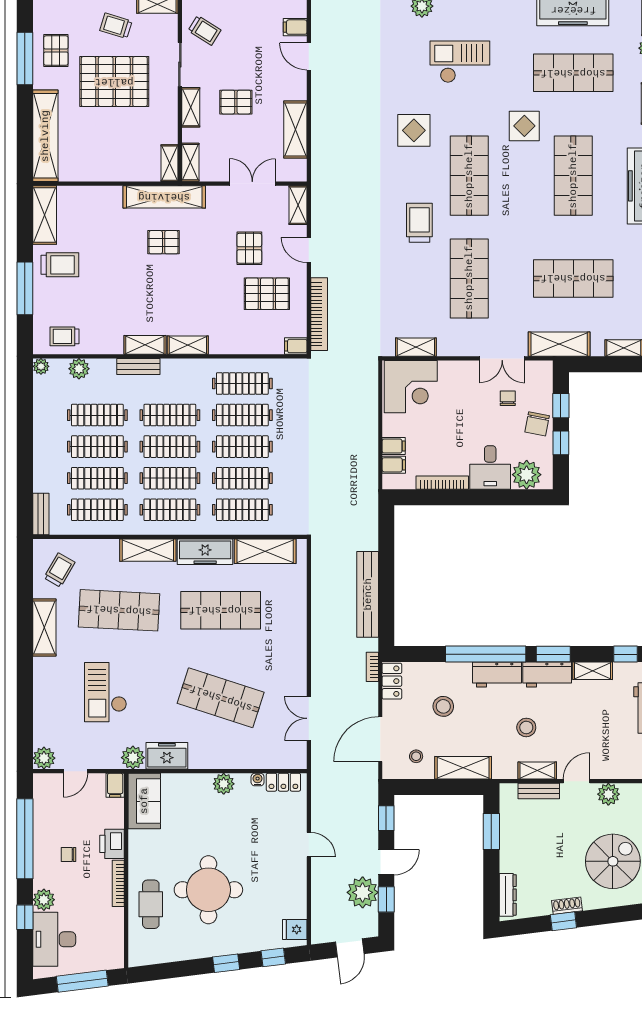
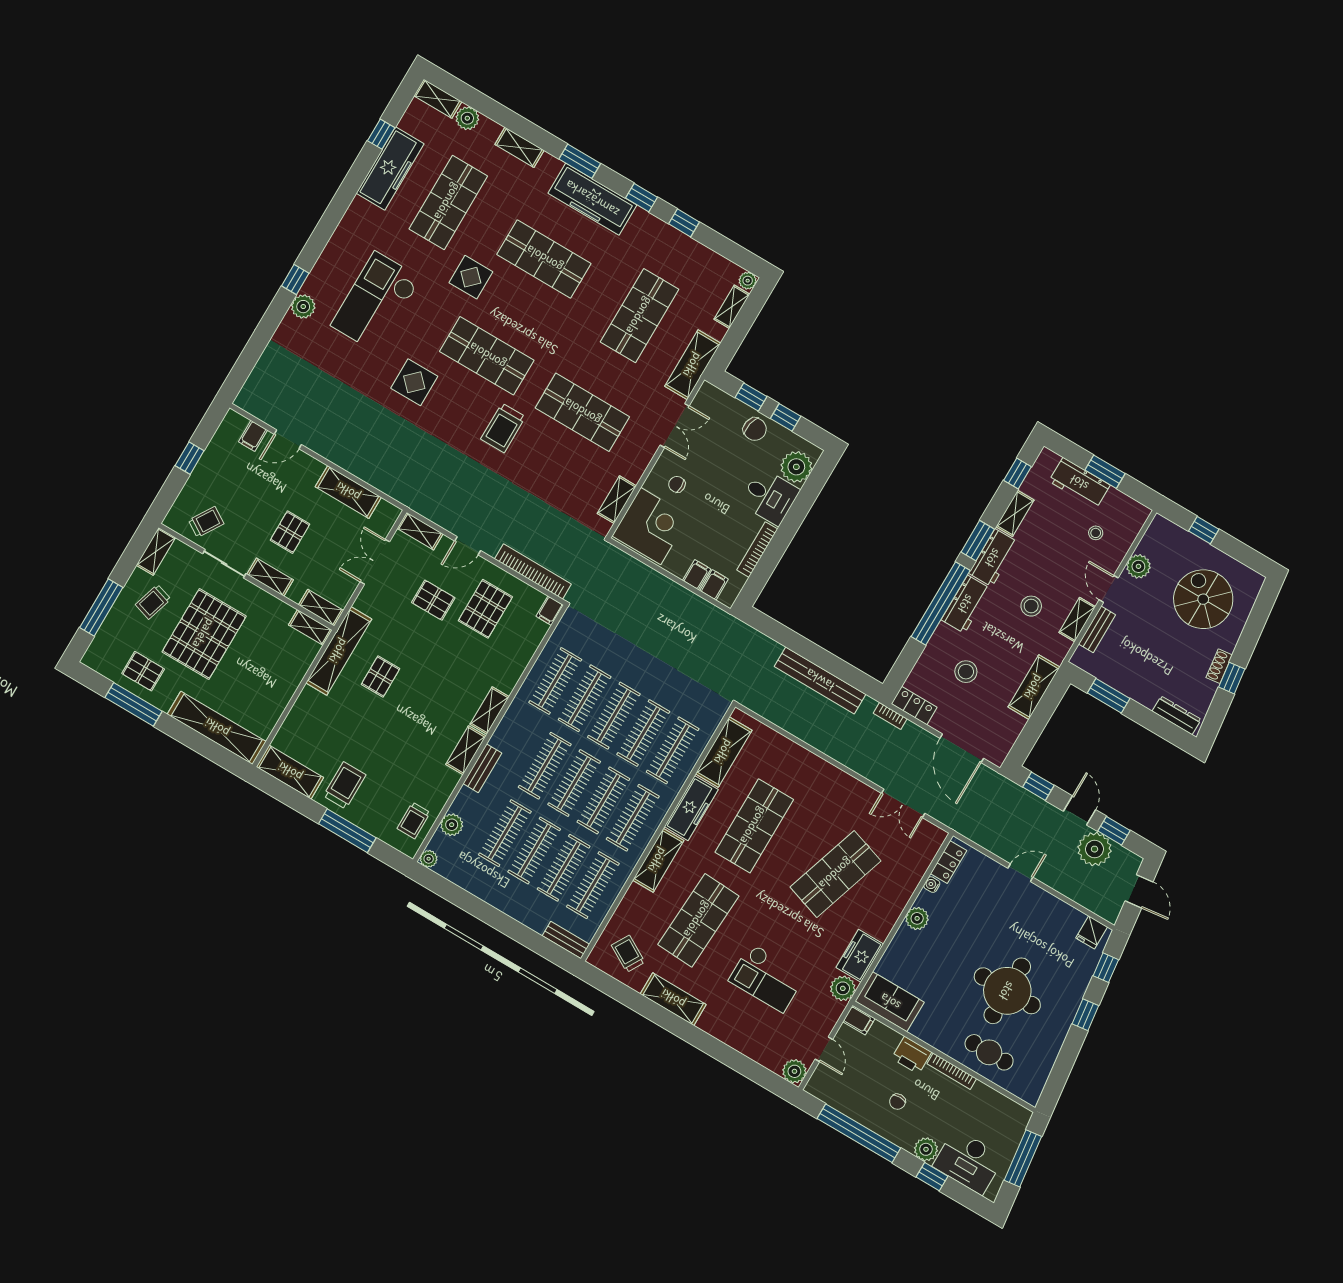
checkout: (460, 62) -> (376, 302), width x1.36, depth x1.21
trolley: (419, 223) -> (503, 428), turned -90
chair: (508, 398) -> (677, 484), moved
stool: (416, 756) -> (1096, 533), moved

